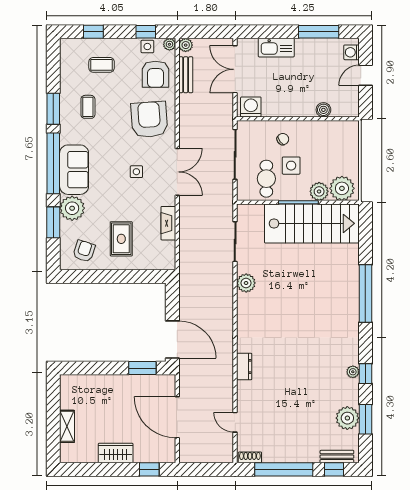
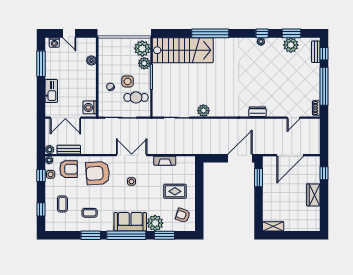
stairs: (312, 223) -> (183, 50), moved, turned 90
shelving: (67, 426) -> (273, 226), moved

